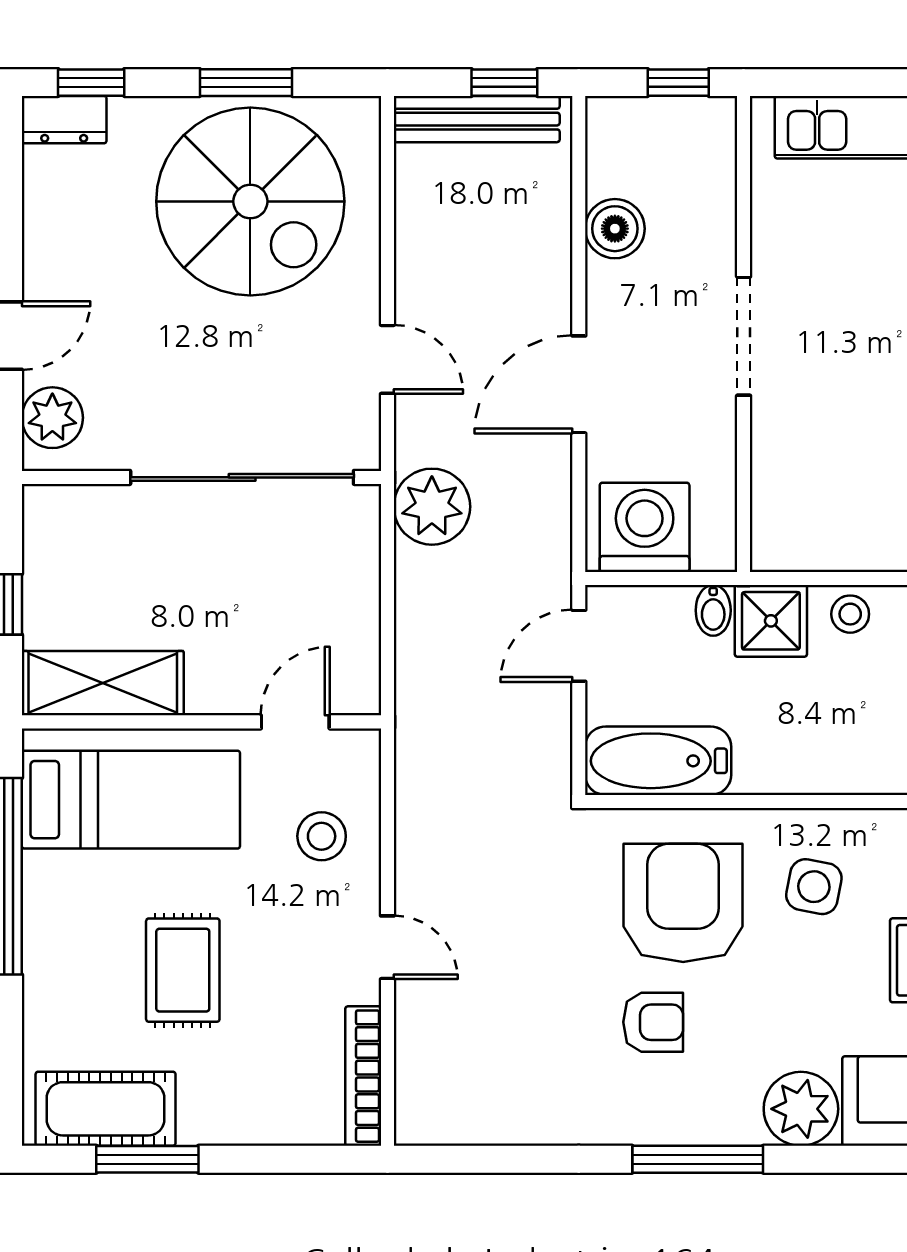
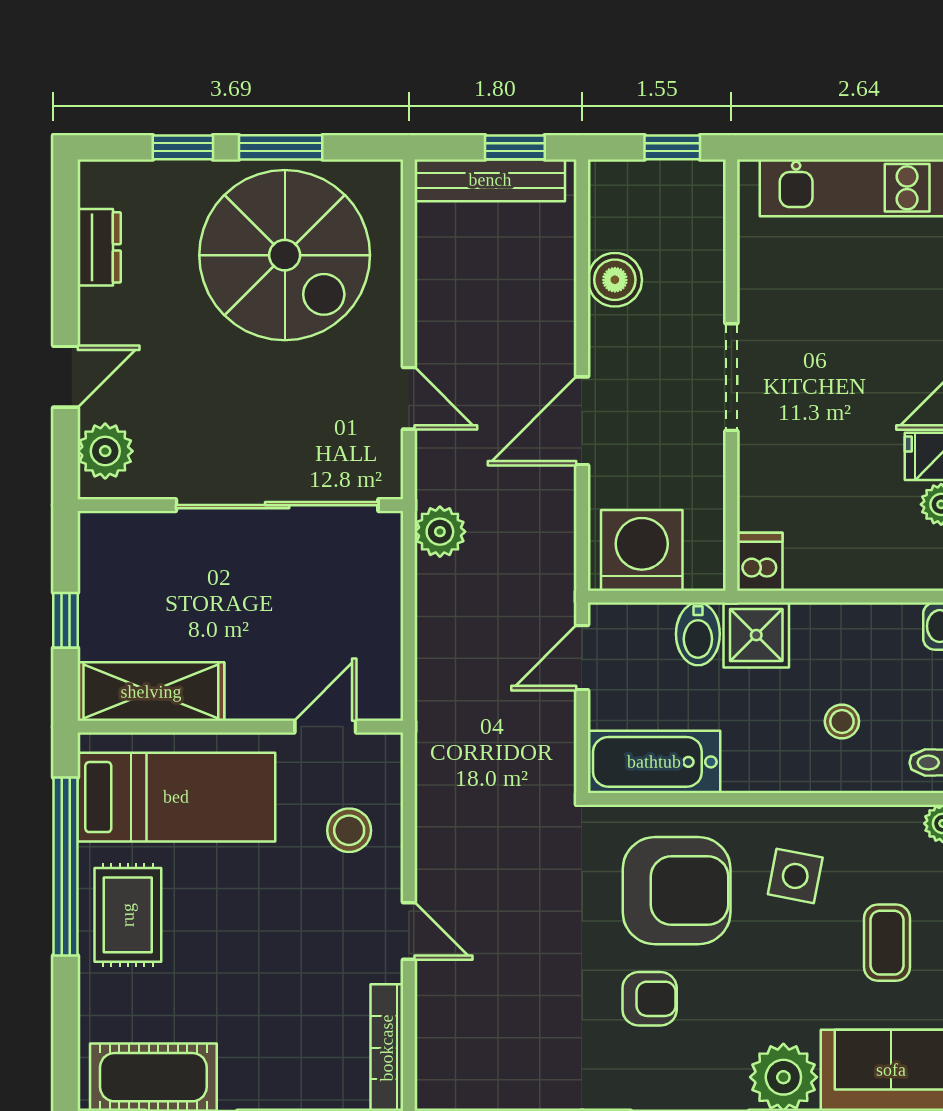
window: (91, 83) -> (183, 147), moved
dresser: (64, 120) -> (99, 247), moved, turned -90
plant: (432, 507) -> (440, 532), width x0.73, depth x0.73
dishwasher: (775, 540) -> (760, 562), added
bidet: (713, 610) -> (698, 634), width x1.38, depth x1.36
stool: (850, 614) -> (842, 721), moved
armchair: (683, 903) -> (677, 891), turned 90
rug: (183, 970) -> (128, 915), moved

